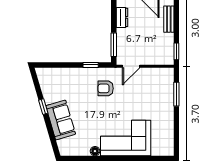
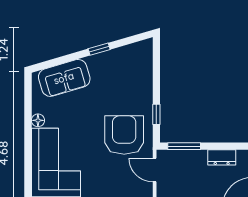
armchair: (106, 88) -> (124, 135), width x1.88, depth x1.88
sofa: (61, 120) -> (64, 78), moved

